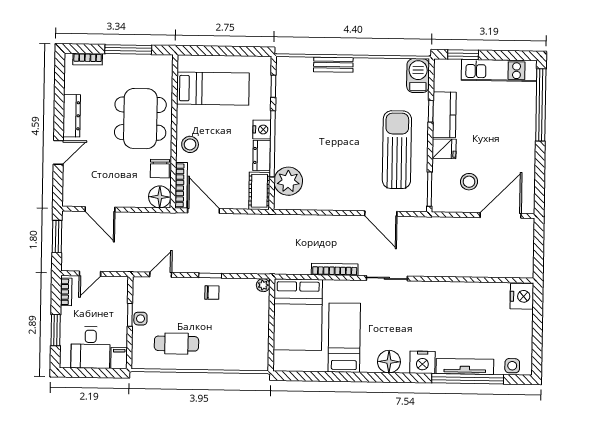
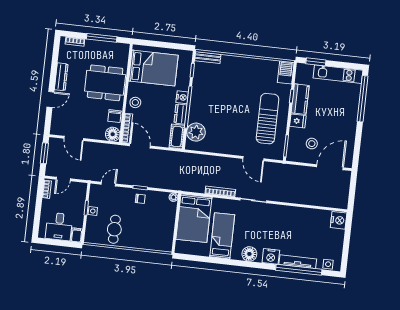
bench: (333, 65) -> (208, 57), moved
bed: (213, 89) -> (153, 68), width x1.50
dining table: (140, 119) -> (105, 83), turned 90
window: (56, 330) -> (38, 213), removed
cafe table: (176, 344) -> (114, 229), turned 90

